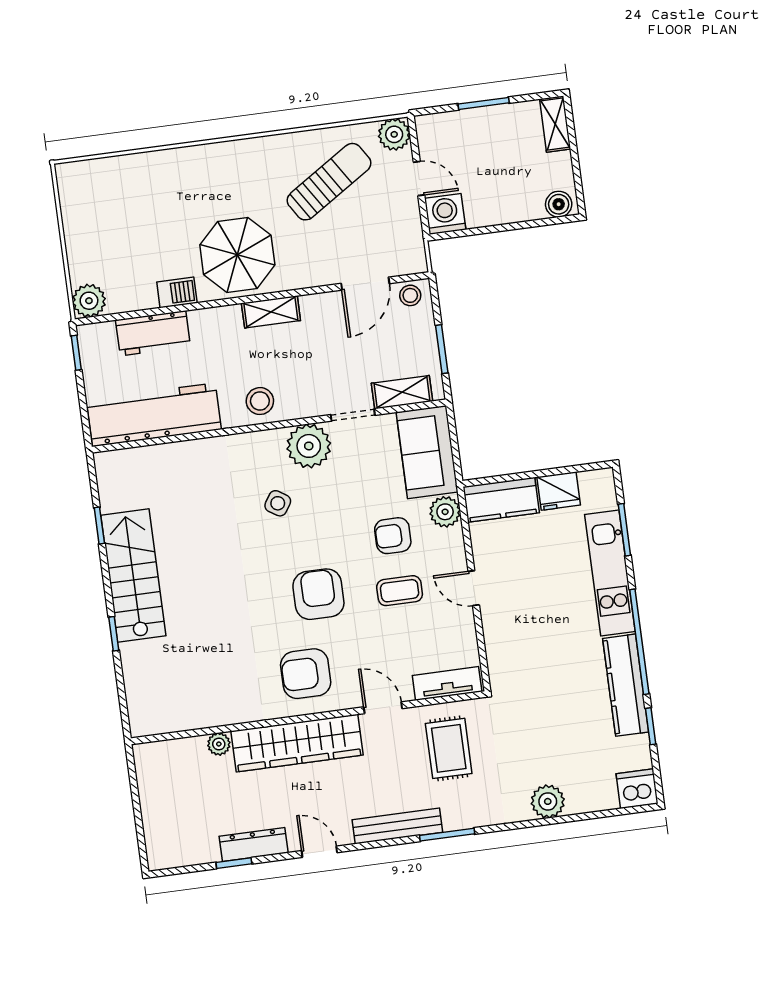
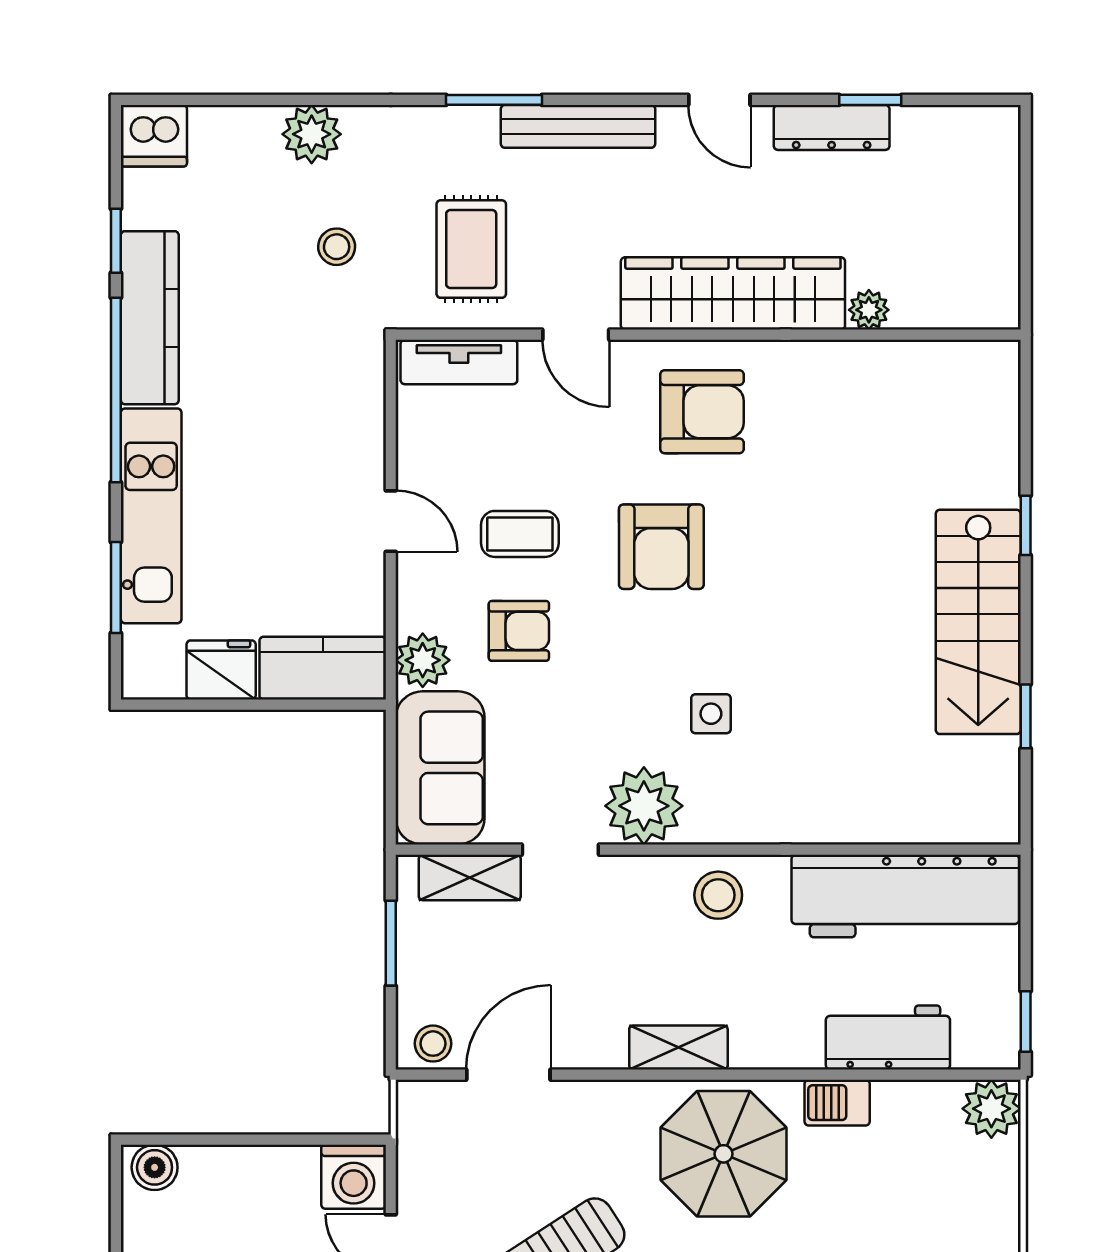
side table: (278, 503) -> (711, 714), turned -33
stool: (525, 740) -> (337, 247), added

